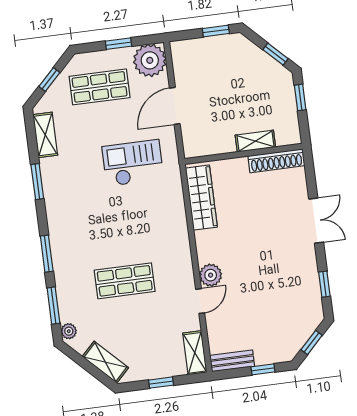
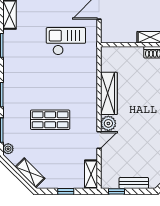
wardrobe: (201, 198) -> (109, 93), moved
bench: (232, 361) -> (134, 183), moved
window: (263, 369) -> (117, 191), moved

